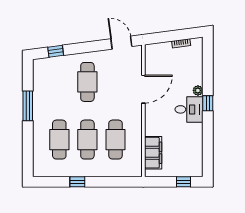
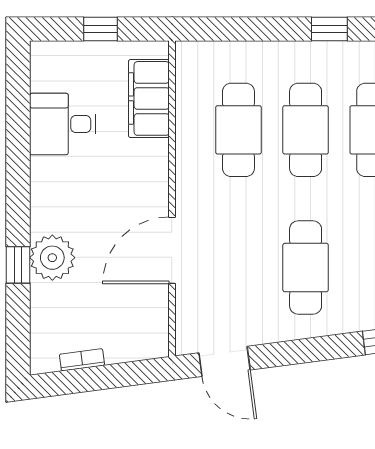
plant: (198, 90) -> (52, 258), width x1.88, depth x1.88
window: (208, 103) -> (18, 265), moved
desk: (189, 109) -> (63, 124), moved
window: (183, 182) -> (100, 29), moved

